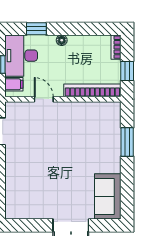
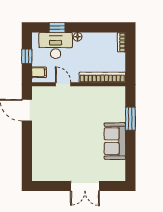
desk: (21, 56) -> (56, 46), moved, turned 90
window: (127, 71) -> (130, 62), removed
sofa: (108, 196) -> (115, 141), moved

